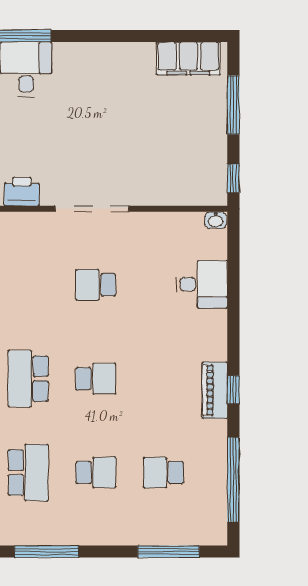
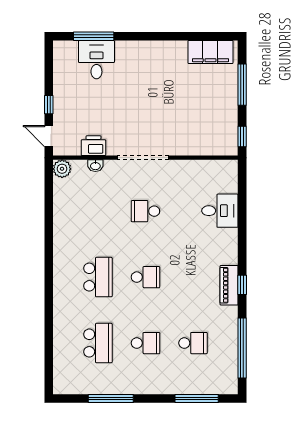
washbasin: (216, 220) -> (95, 166), moved
school desk: (28, 379) -> (98, 277), turned 180
school desk: (163, 473) -> (193, 343), turned 180

